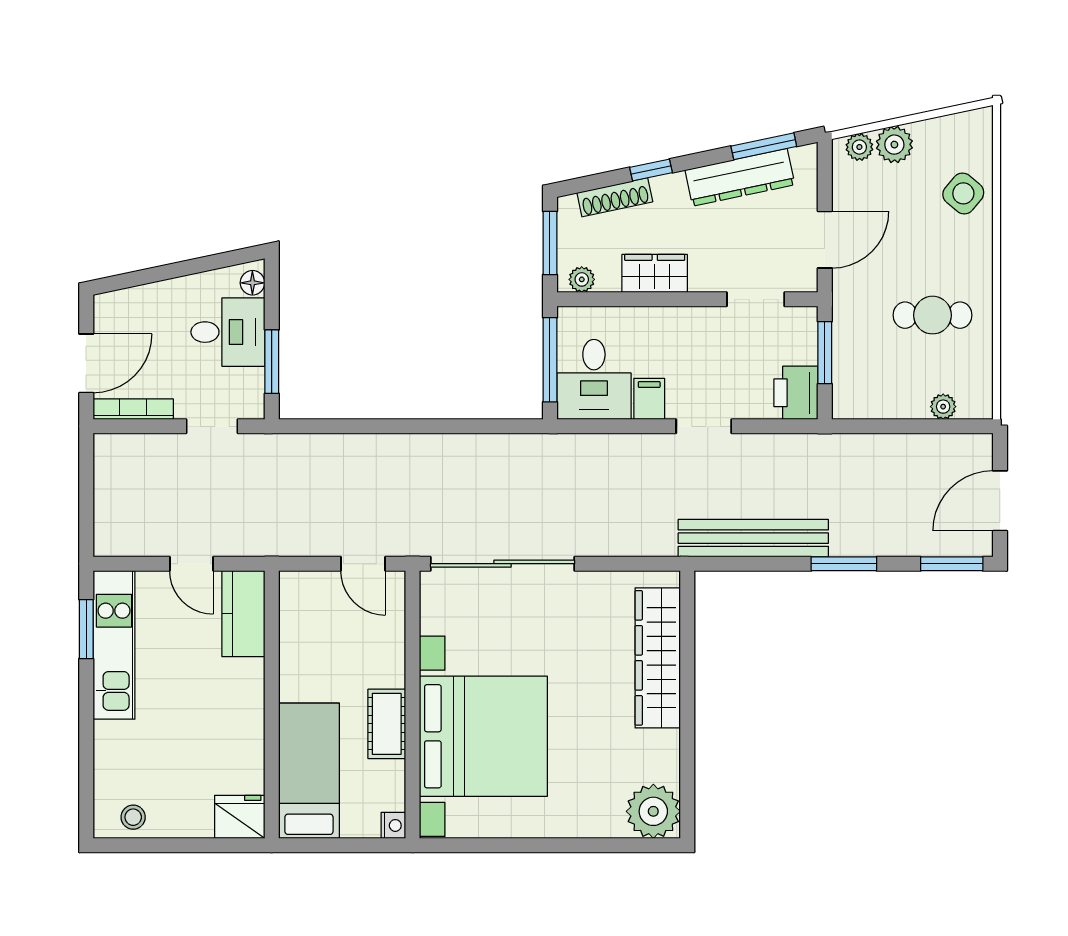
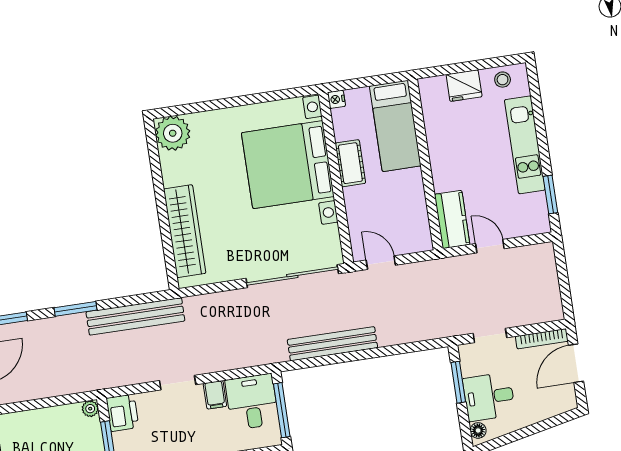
plant: (943, 407) -> (90, 409), moved
bench: (456, 450) -> (332, 344), added
kitchen unit: (114, 645) -> (525, 145), moved
fridge: (240, 817) -> (464, 86), moved

